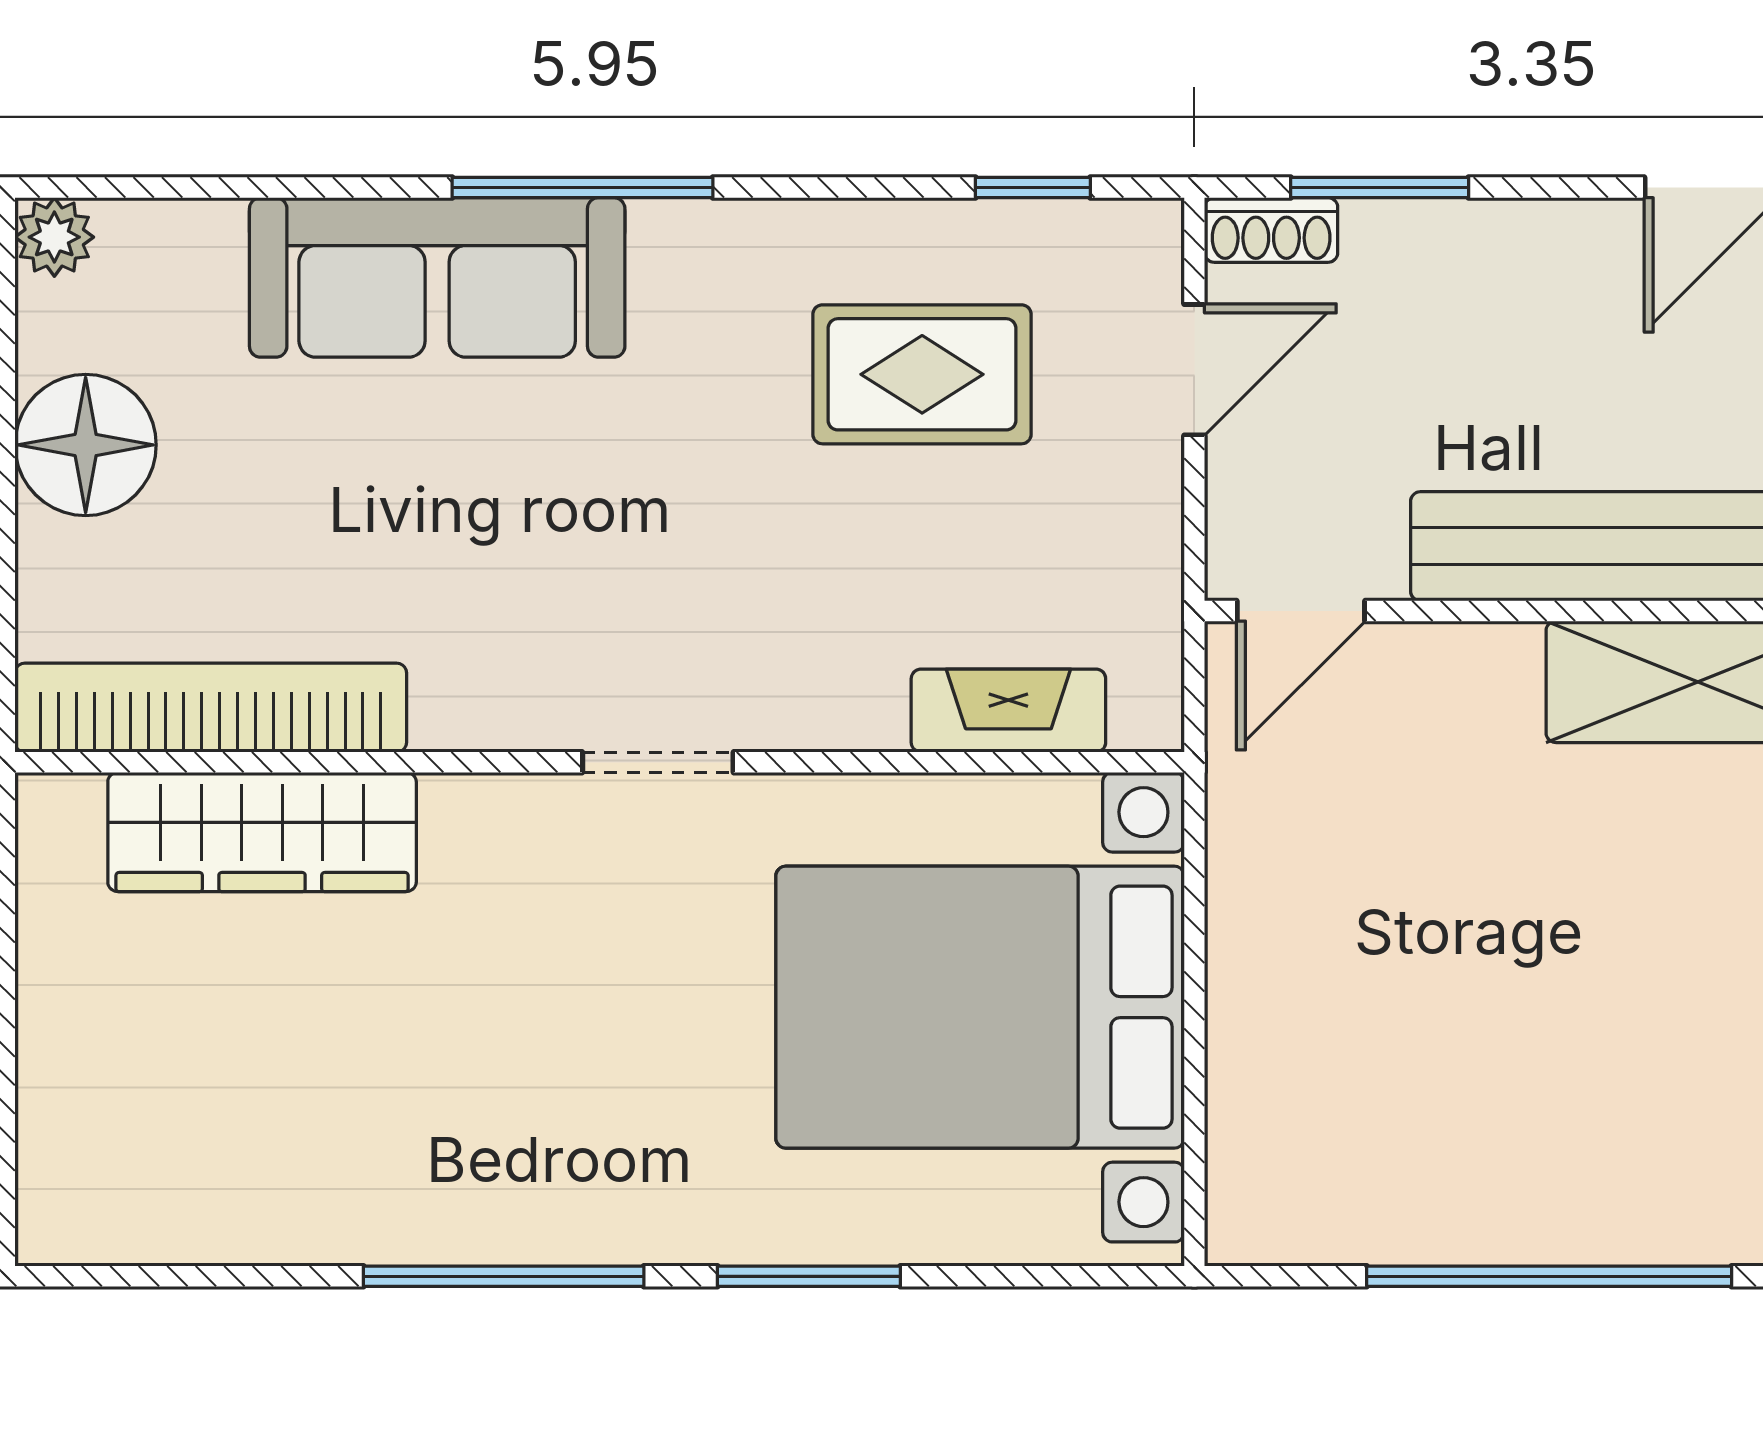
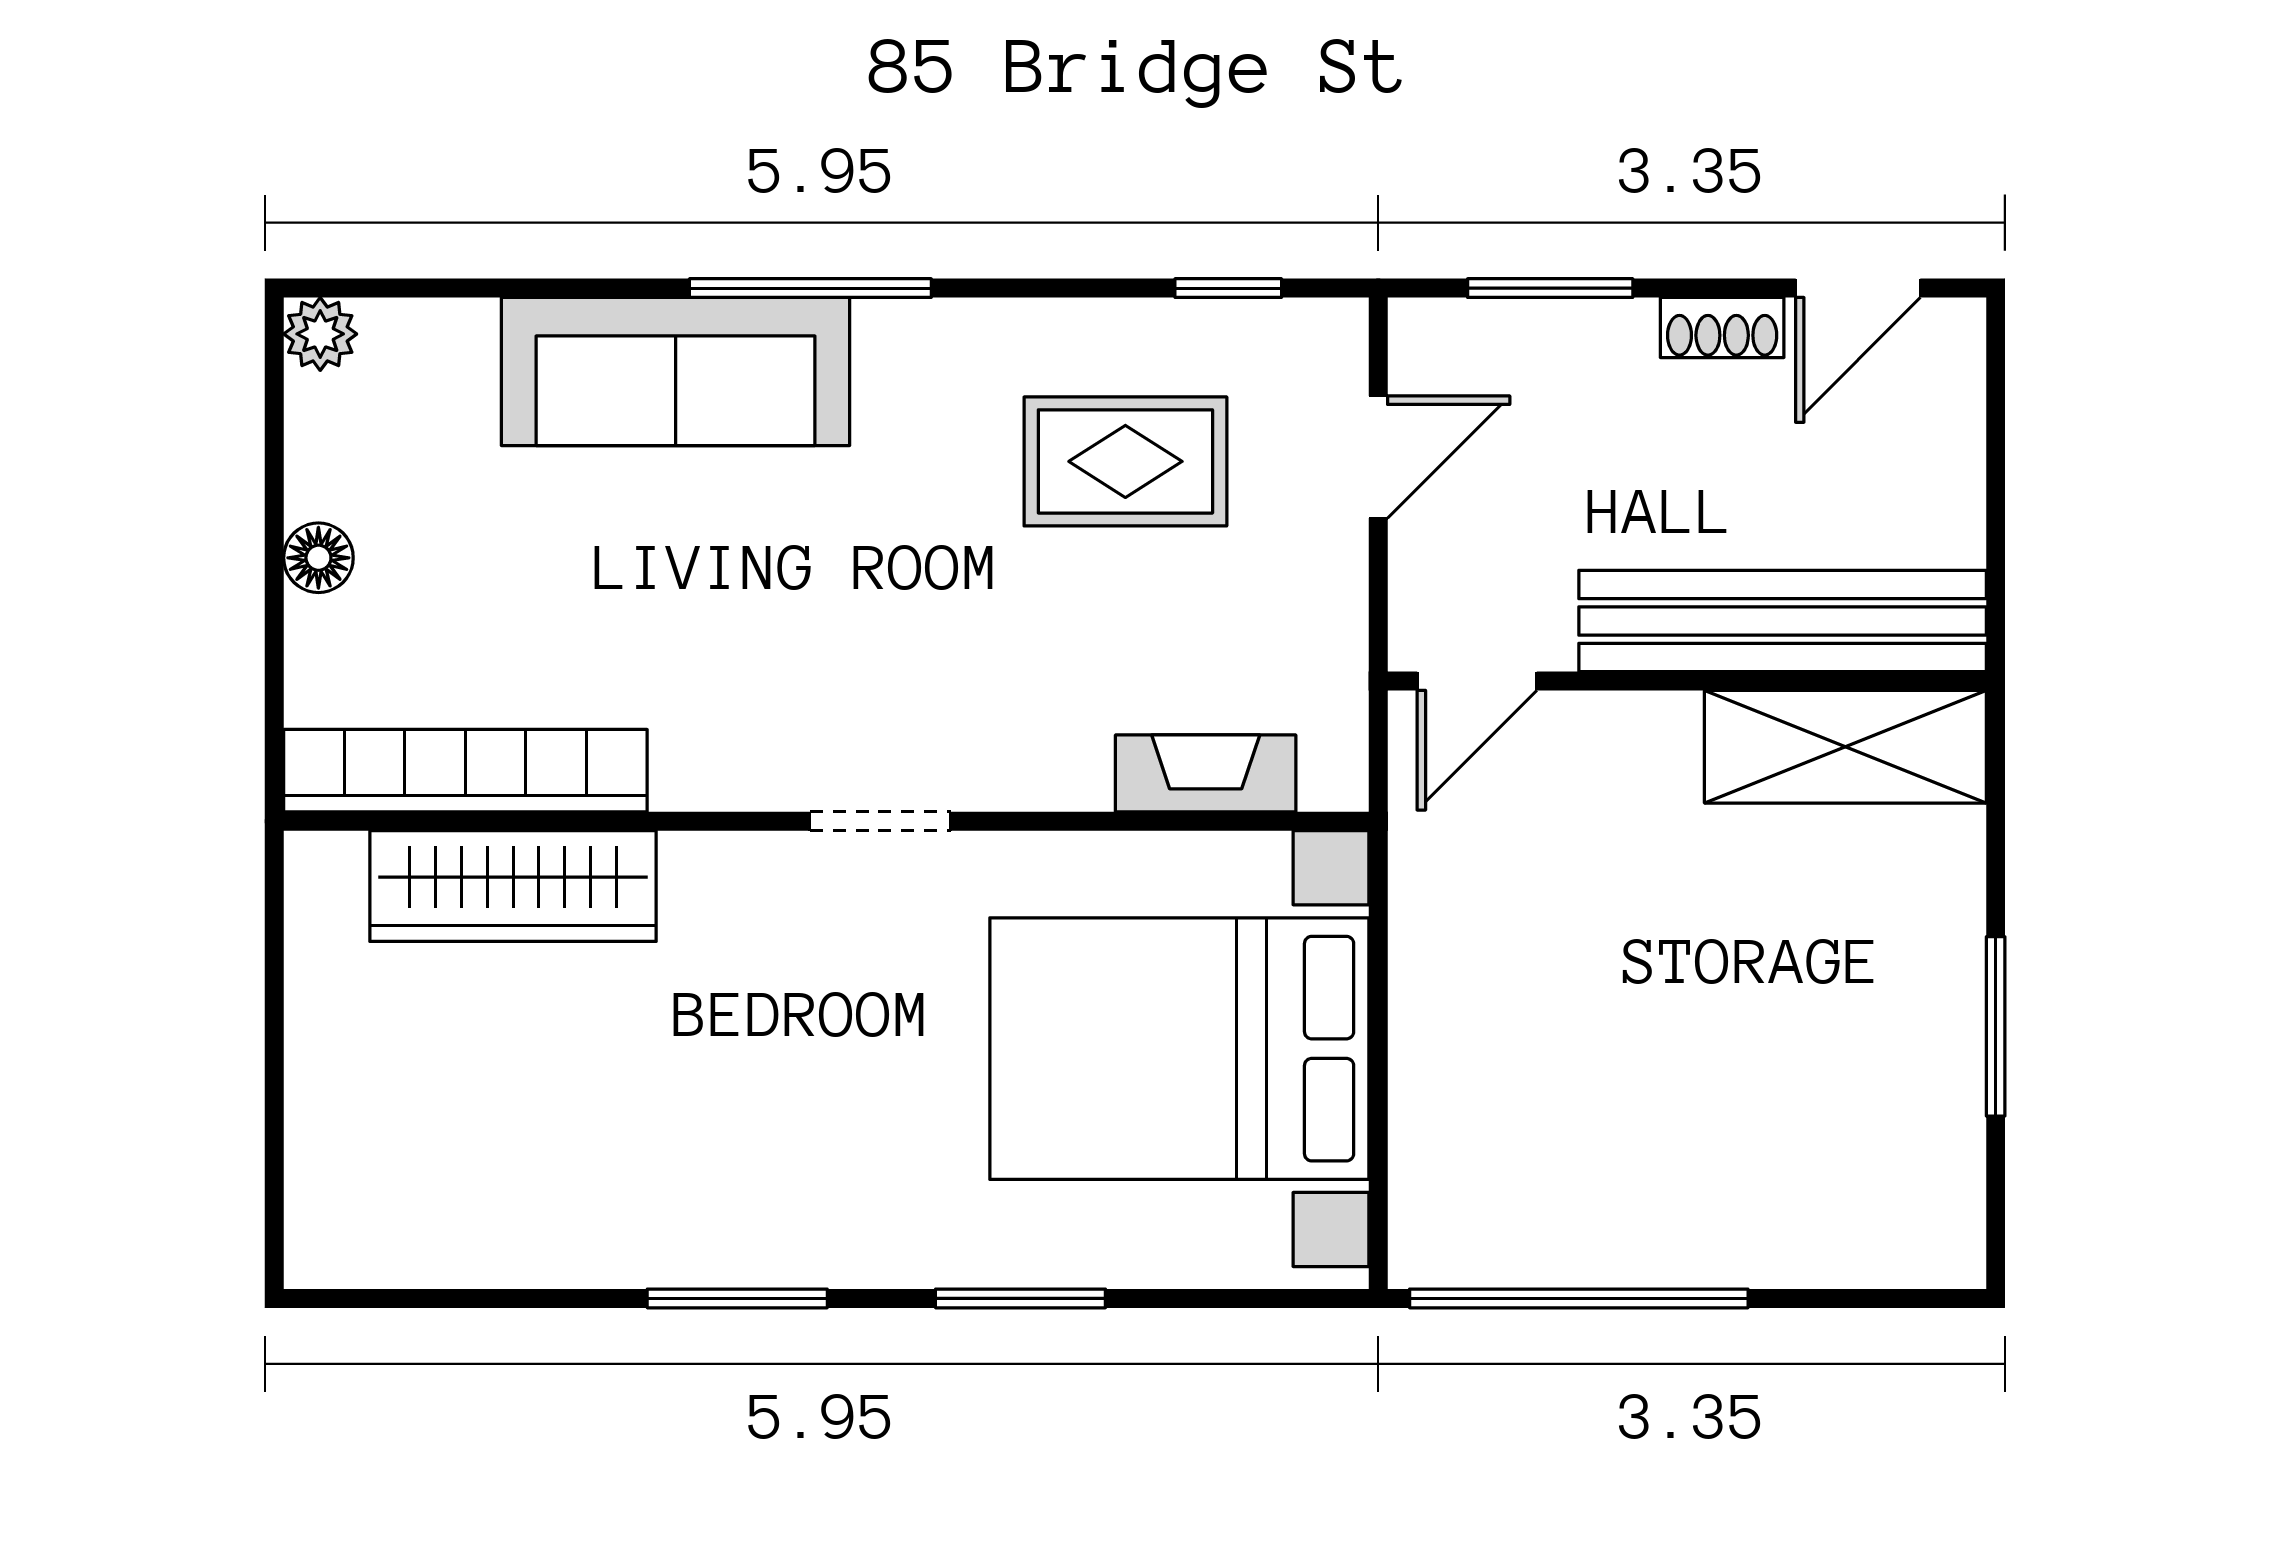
shoe rack: (1271, 230) -> (1722, 327), moved
floor lamp: (86, 445) -> (318, 558), width x0.53, depth x0.53
window: (504, 1276) -> (737, 1298), width x0.69
window: (1549, 1276) -> (1579, 1298), moved

